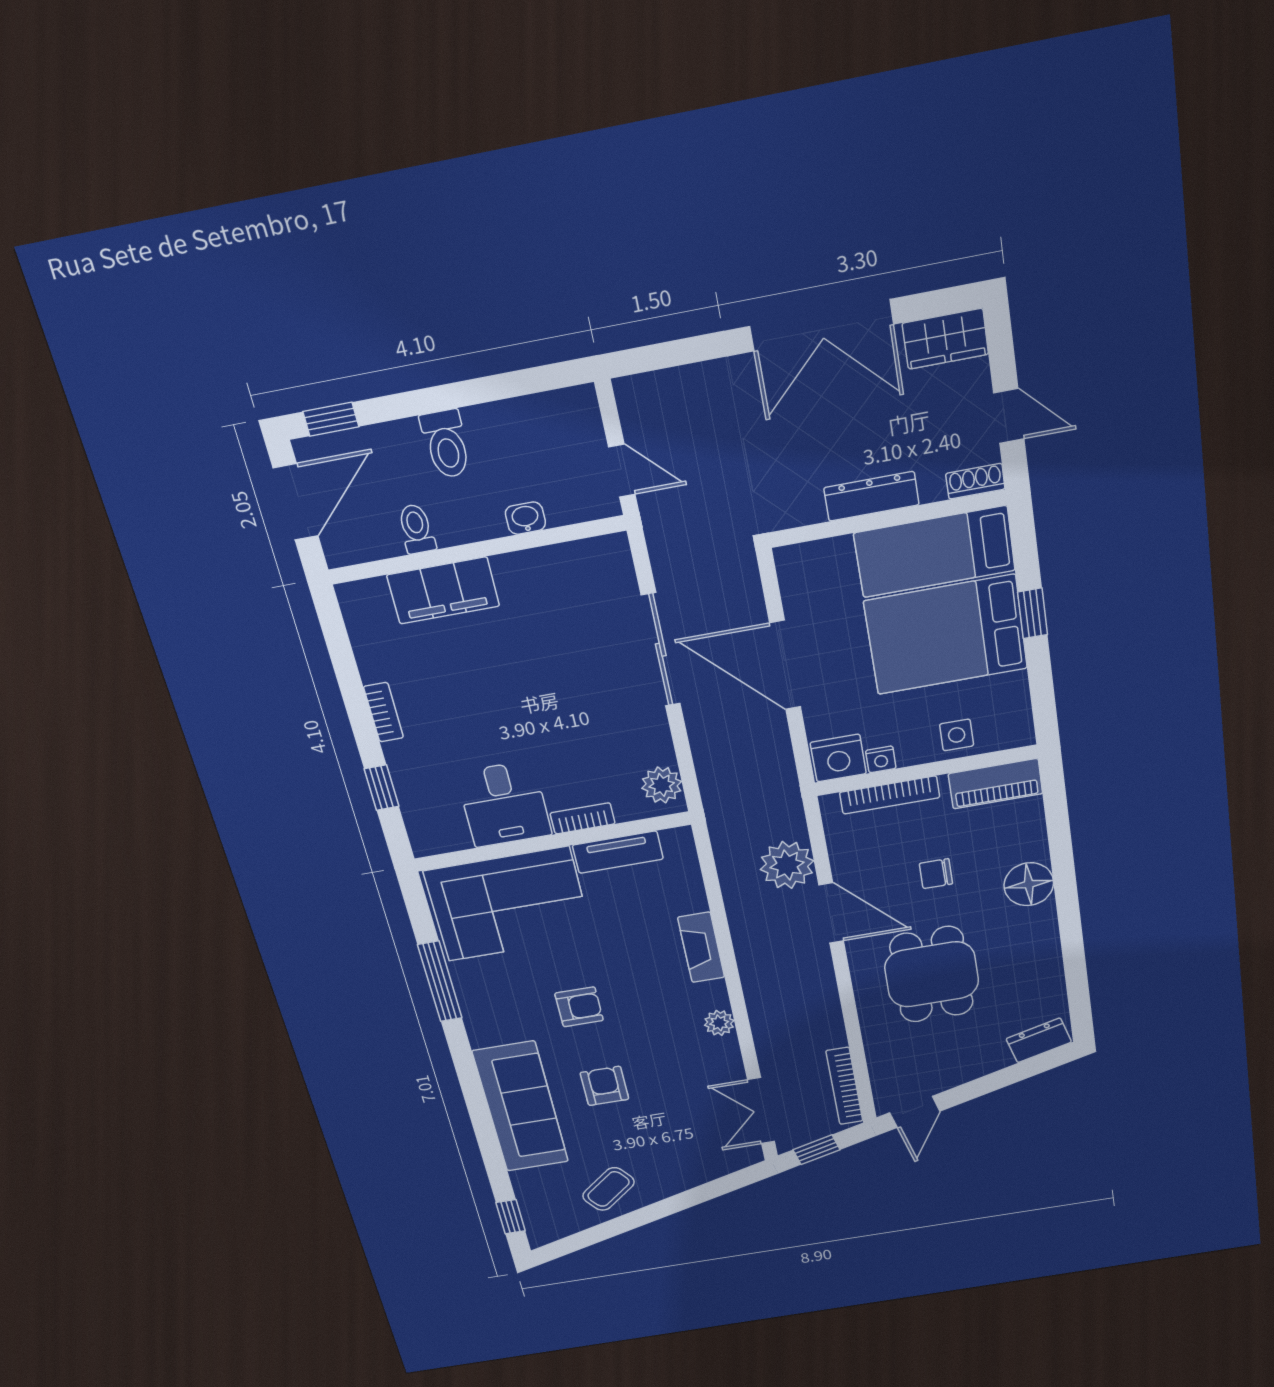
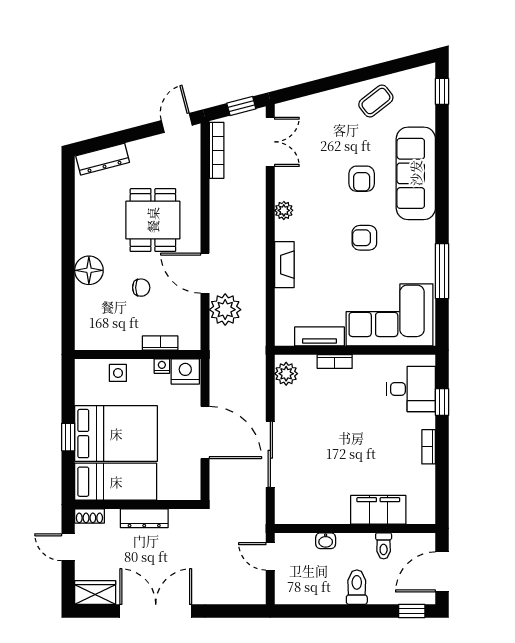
piano: (996, 784) -> (100, 339), removed
bookcase: (890, 795) -> (160, 343), width x0.64
desk: (504, 804) -> (411, 389), moved, turned 90
dresser: (1039, 1040) -> (103, 159), width x1.44

